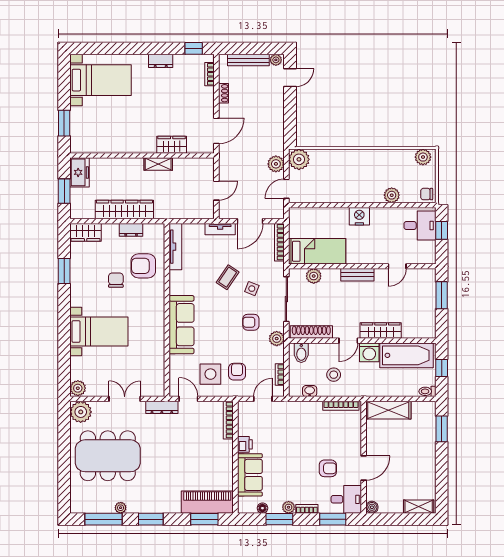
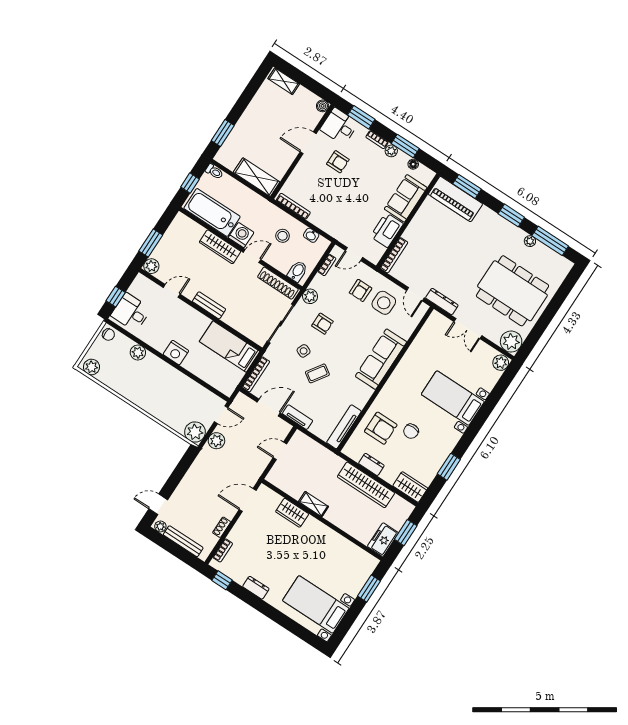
plant: (314, 276) -> (151, 266), moved
printer: (245, 444) -> (387, 230), width x1.87, depth x1.48
armchair: (328, 468) -> (338, 162), turned 180

